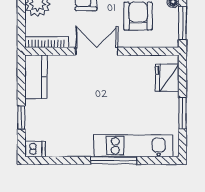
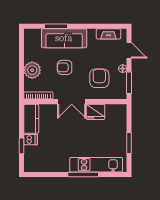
double door: (97, 51) -> (72, 102), swing flipped
fridge: (167, 78) -> (95, 112), moved, turned -90
dishwasher: (35, 149) -> (31, 140), moved

